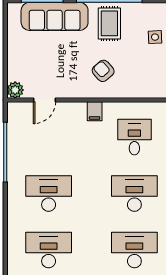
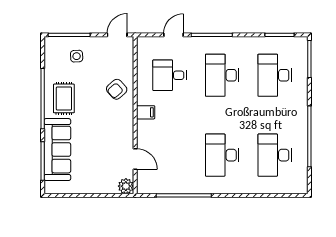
rug: (109, 23) -> (64, 98), turned 90
armchair: (103, 71) -> (117, 89), moved

